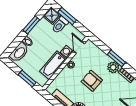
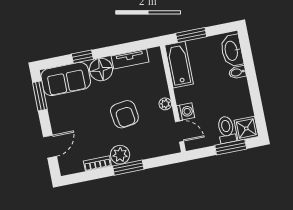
window: (31, 25) -> (255, 93), removed
bathtub: (53, 65) -> (179, 65), moved
armchair: (92, 81) -> (124, 114), turned 82

